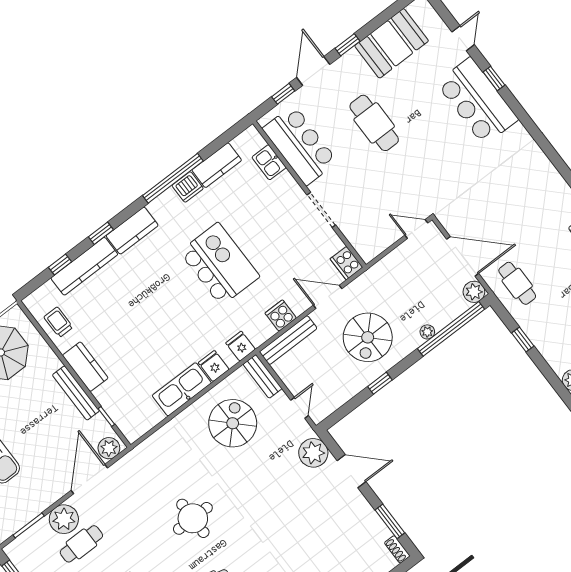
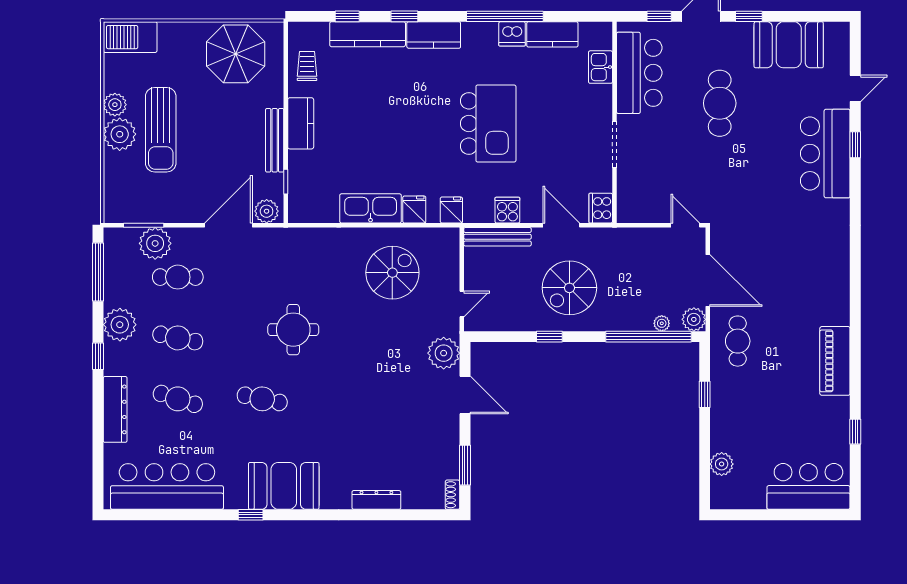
plant: (427, 332) -> (662, 323), moved
bench: (263, 376) -> (450, 252), removed
plant: (64, 519) -> (155, 243), moved

